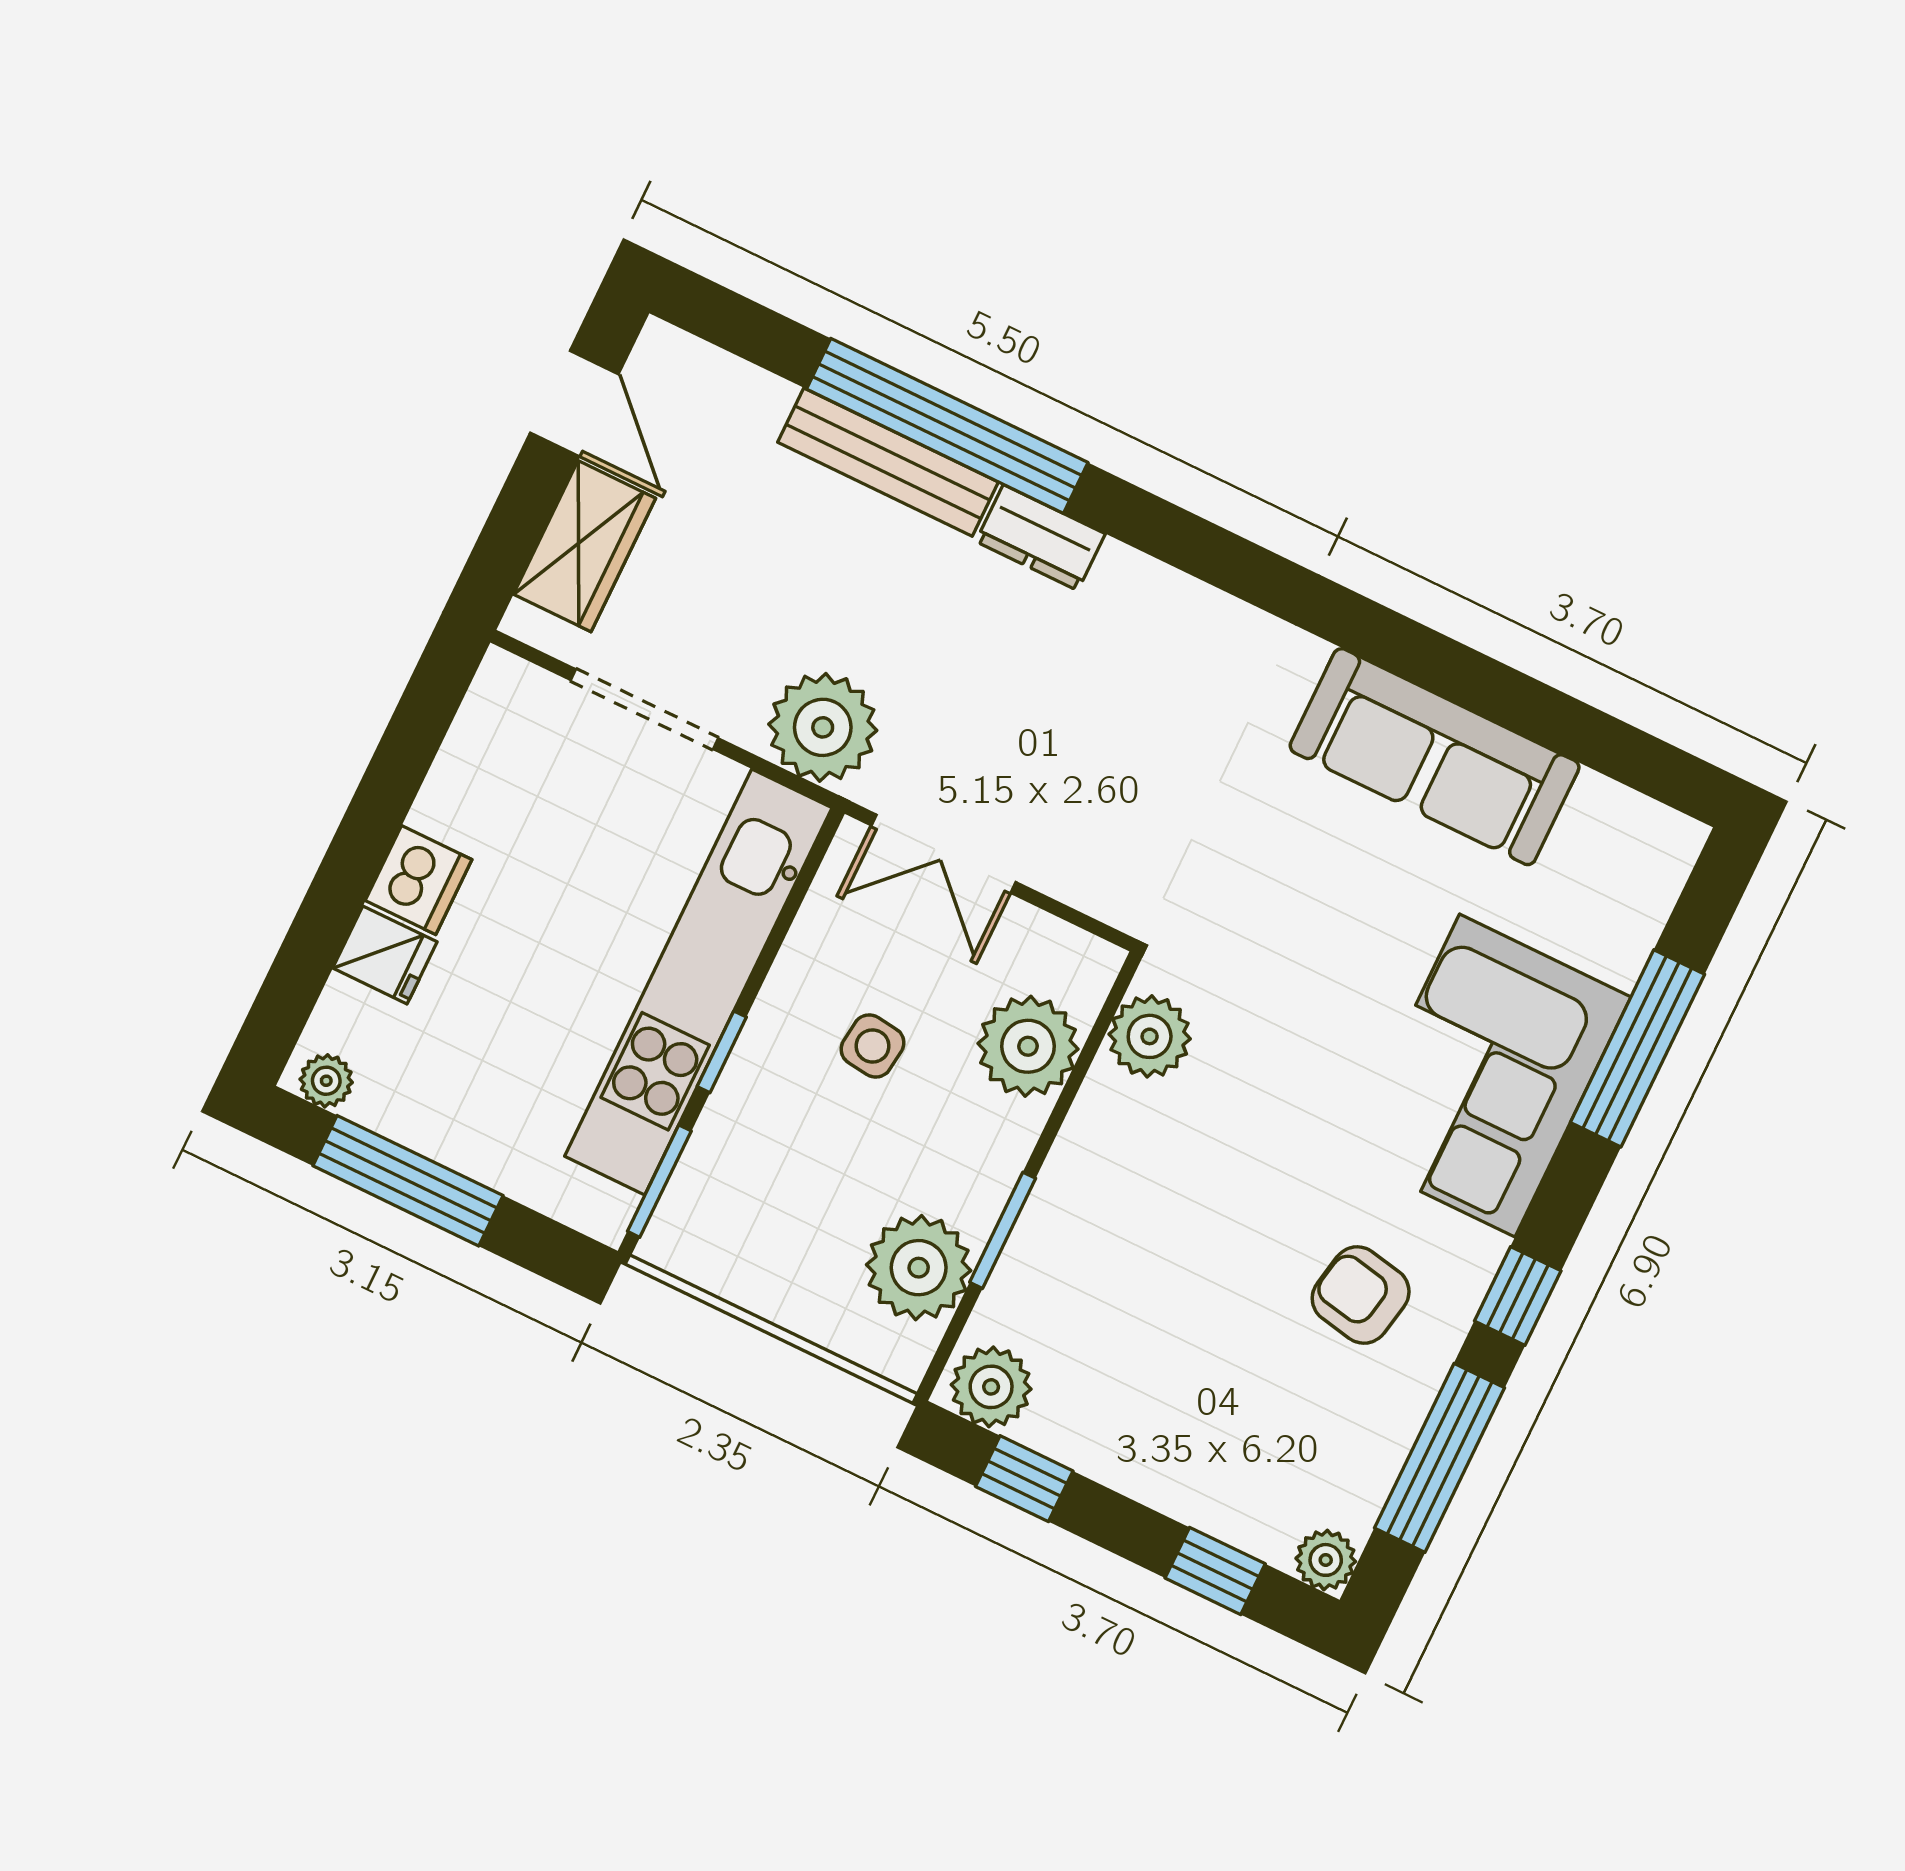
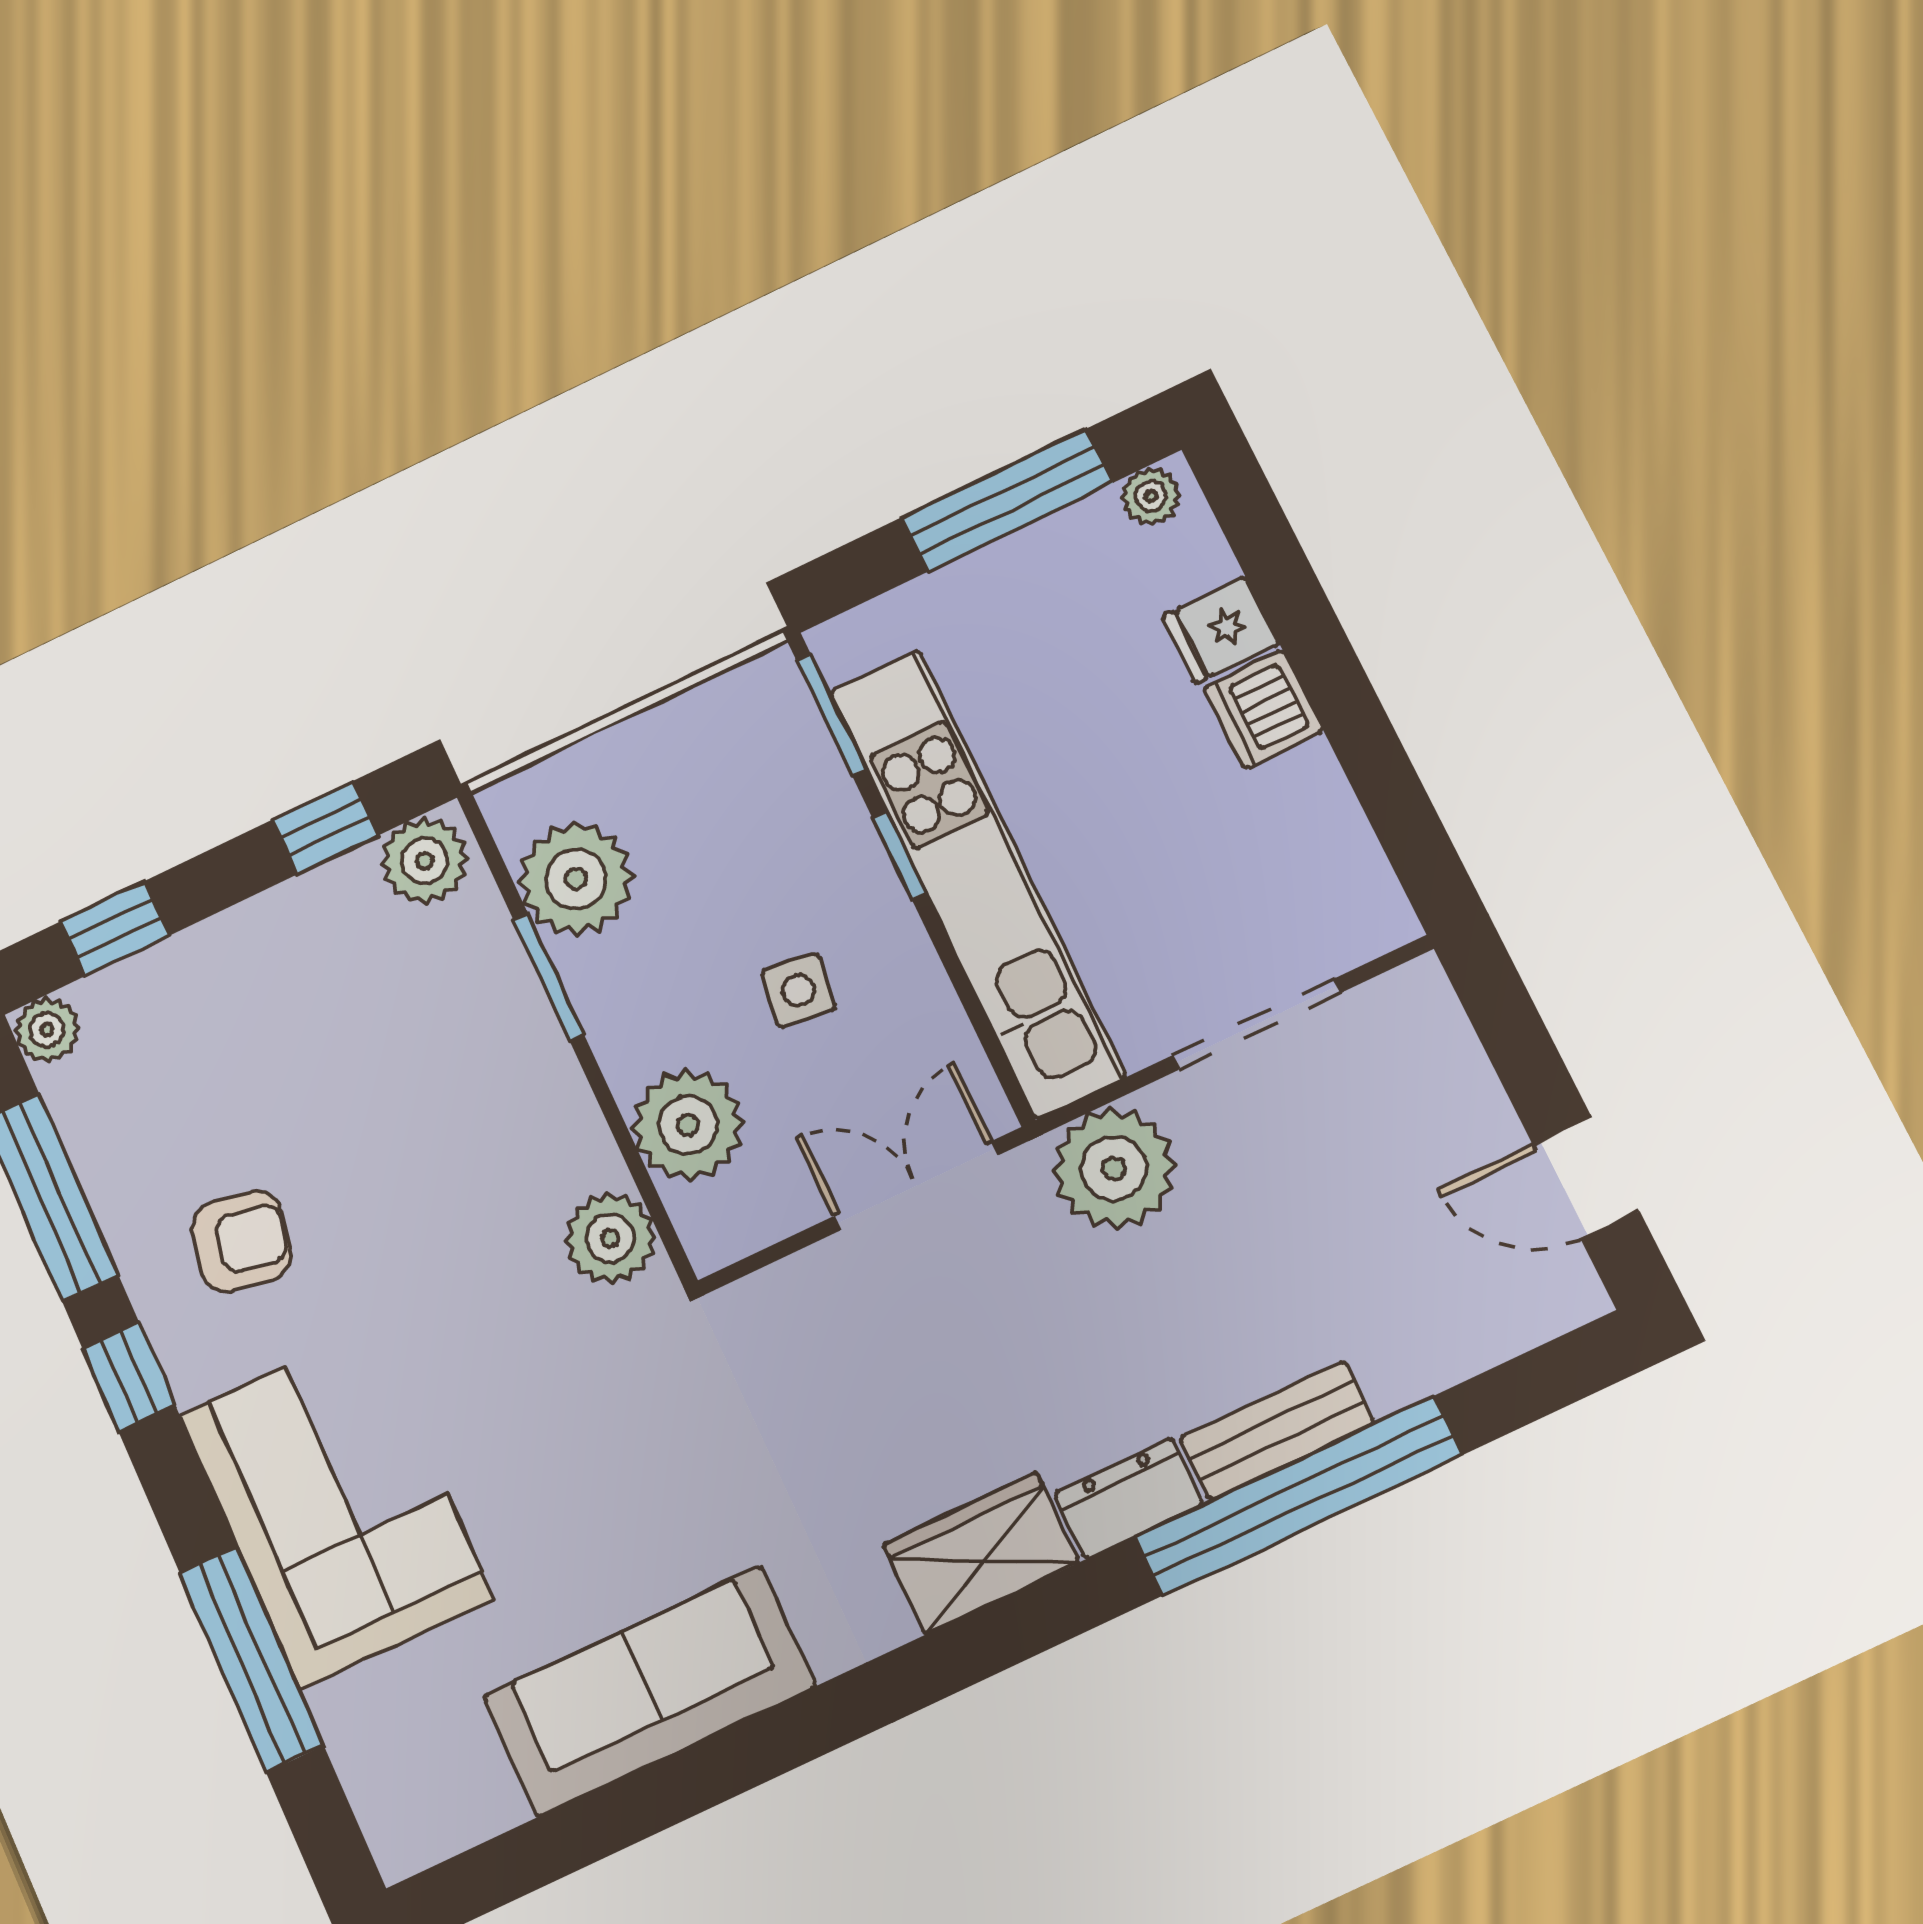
bench: (888, 462) -> (1277, 1431), width x0.73
wardrobe: (584, 546) -> (981, 1553), moved, turned 90

